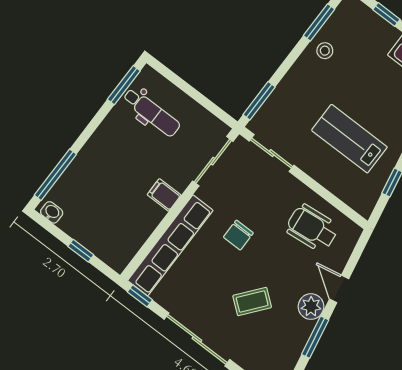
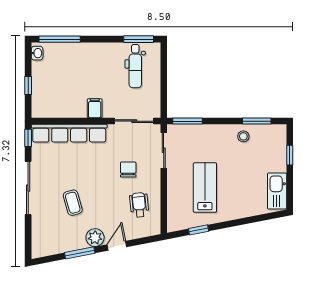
wheelchair: (312, 228) -> (139, 205), width x0.73, depth x0.73
chair: (238, 235) -> (128, 170), moved, turned 90
coffee table: (252, 301) -> (73, 203), turned 35

